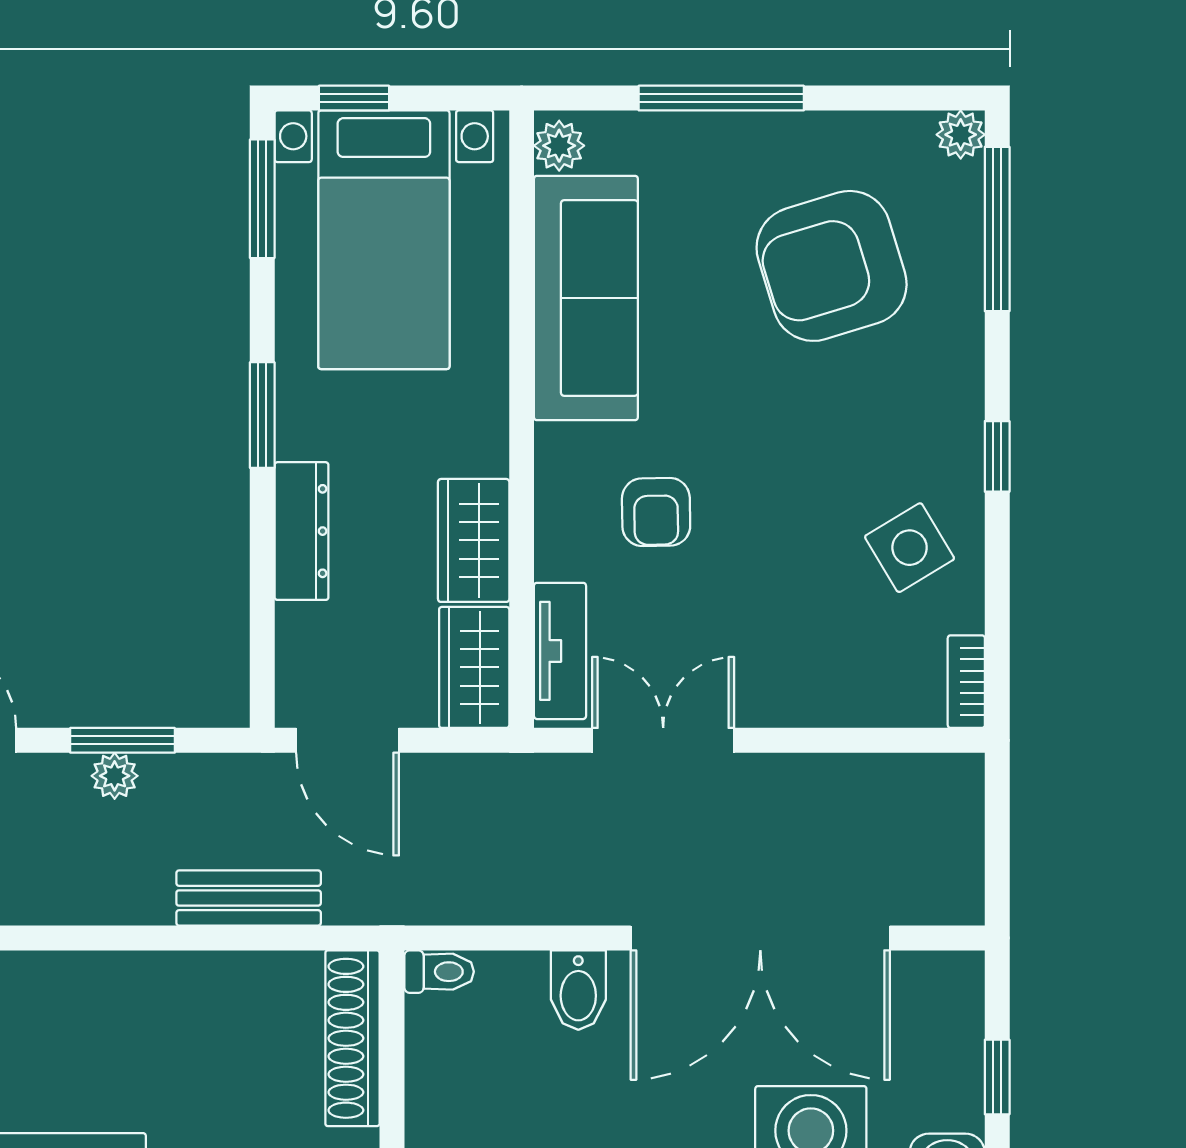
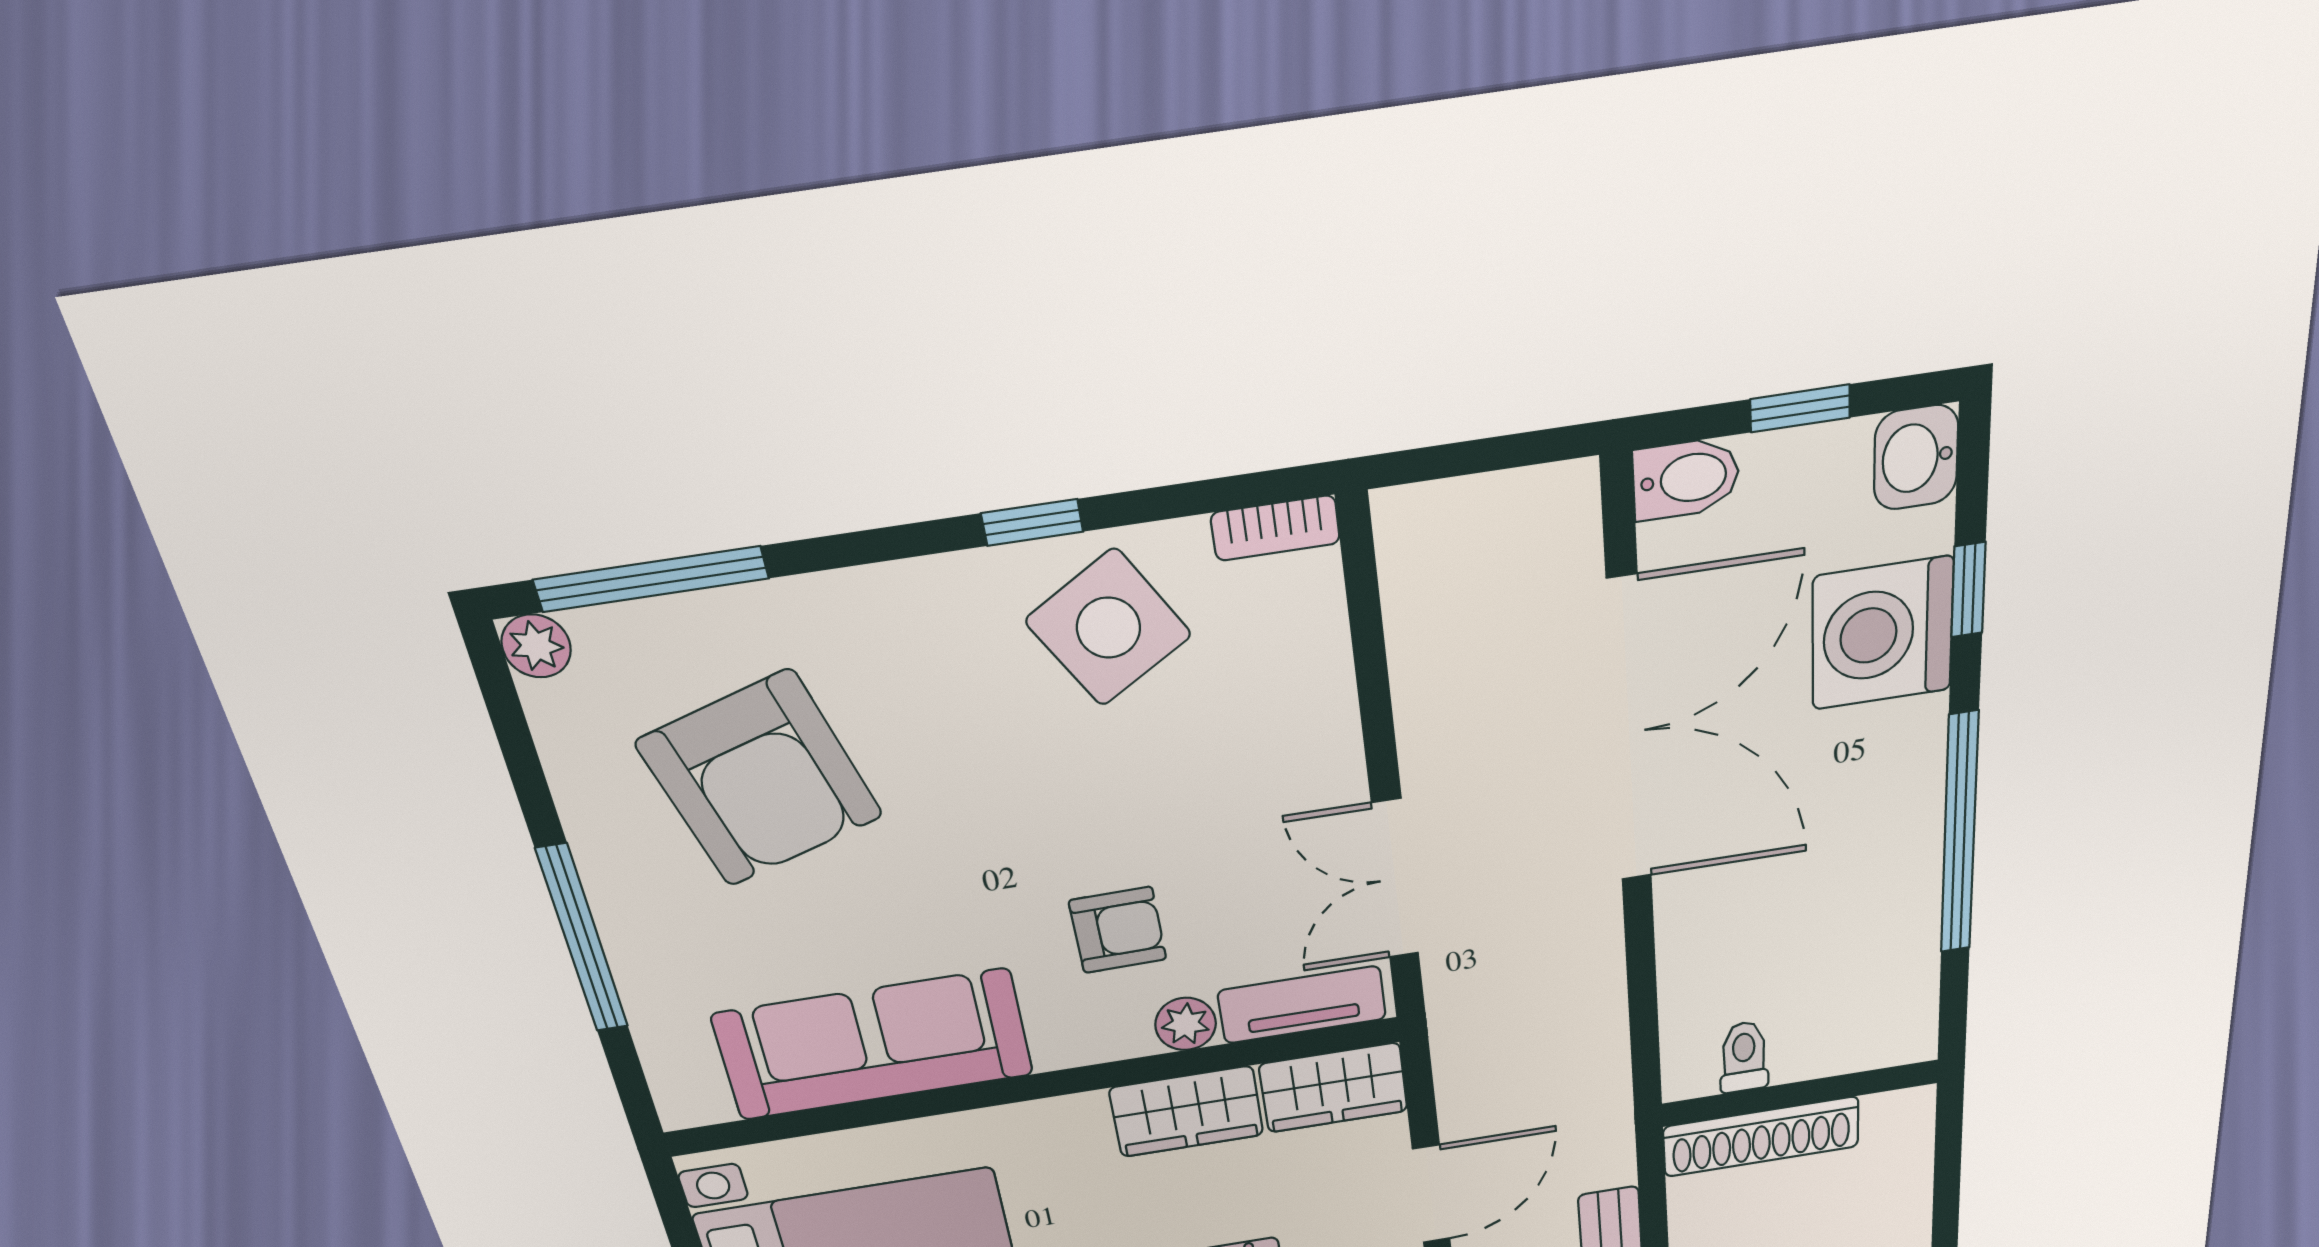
plant: (559, 146) -> (1186, 1024), moved
window: (997, 456) -> (1032, 522), moved
side table: (910, 548) -> (1108, 628), width x1.37, depth x1.37
toilet: (439, 972) -> (1744, 1057), moved
bidet: (578, 990) -> (1686, 479), moved

